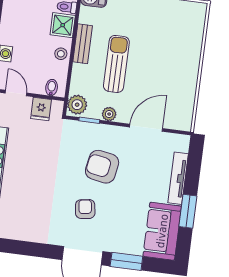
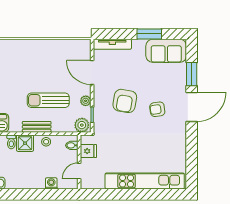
tv unit: (178, 178) -> (112, 44), moved

